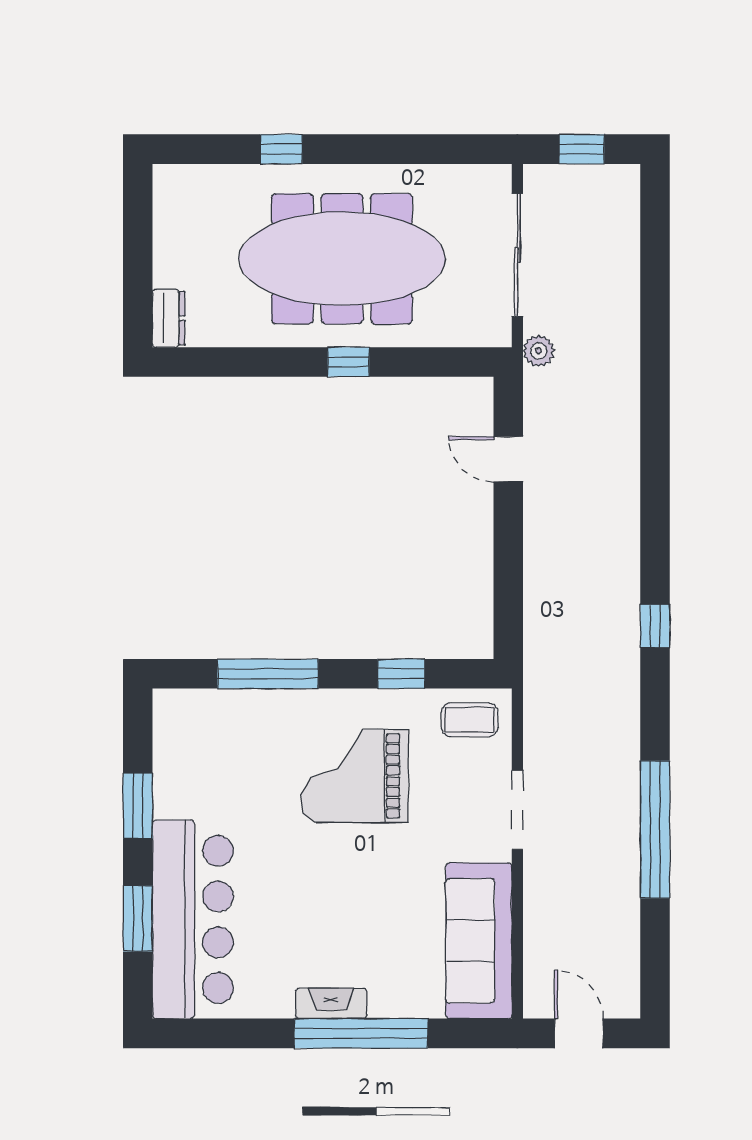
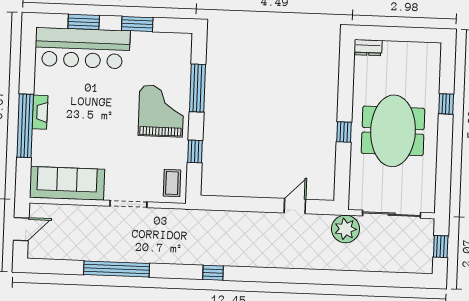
meeting table: (342, 259) -> (393, 131), width x0.73
plant: (539, 351) -> (345, 229), width x1.88, depth x1.88
grand piano: (354, 776) -> (161, 111), moved

